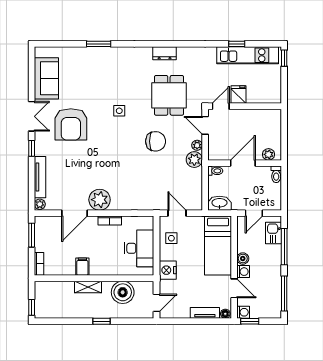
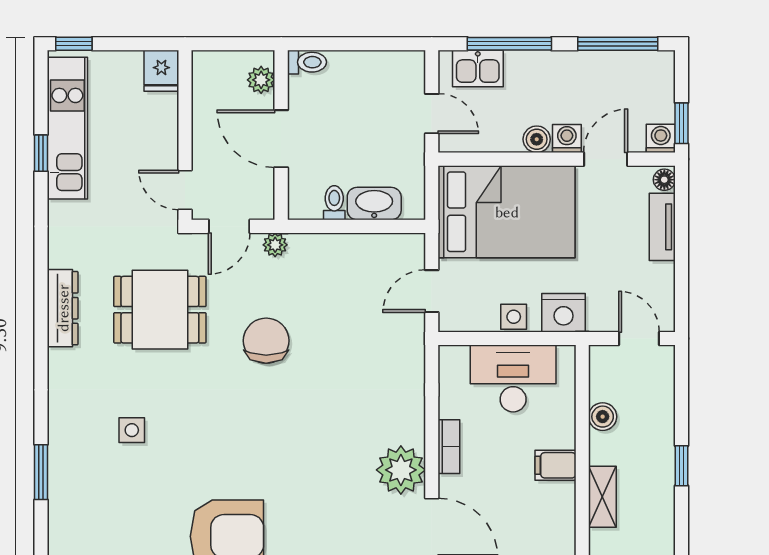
dresser: (165, 53) -> (63, 308), width x1.44
fridge: (238, 95) -> (161, 71), moved, turned -90
side table: (119, 111) -> (132, 430), moved
plant: (269, 154) -> (261, 80), moved
plant: (194, 160) -> (308, 251), removed
door: (243, 163) -> (281, 139), moved
wall: (245, 163) -> (281, 135), moved
toilet: (276, 174) -> (307, 62), moved
washbasin: (219, 203) -> (374, 204), moved, turned 90
side table: (171, 238) -> (514, 317), moved
bed: (218, 245) -> (507, 212), width x1.50
filing cabinet: (82, 267) -> (555, 465), moved
boiler: (123, 292) -> (603, 417), width x0.54, depth x0.54

